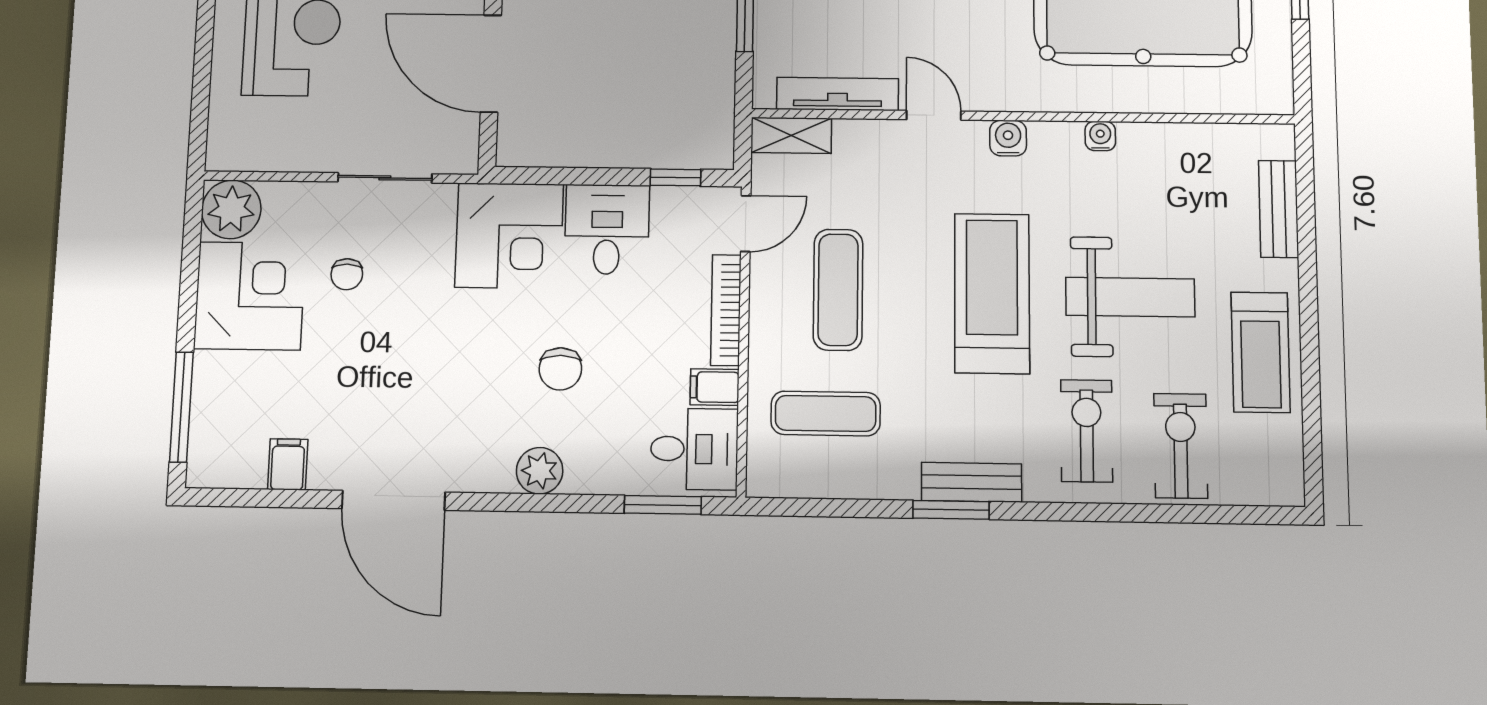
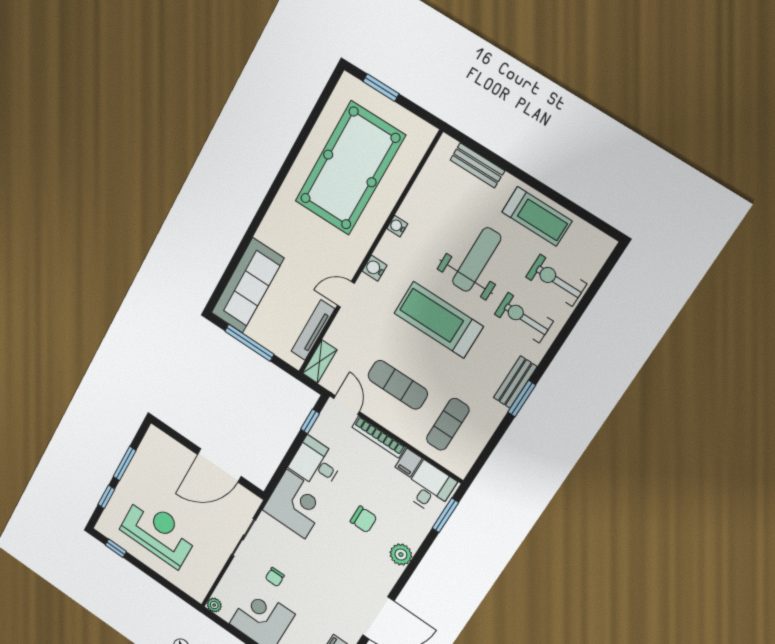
plant: (231, 209) -> (214, 605), width x0.53, depth x0.53
chair: (347, 274) -> (275, 577), turned 90

